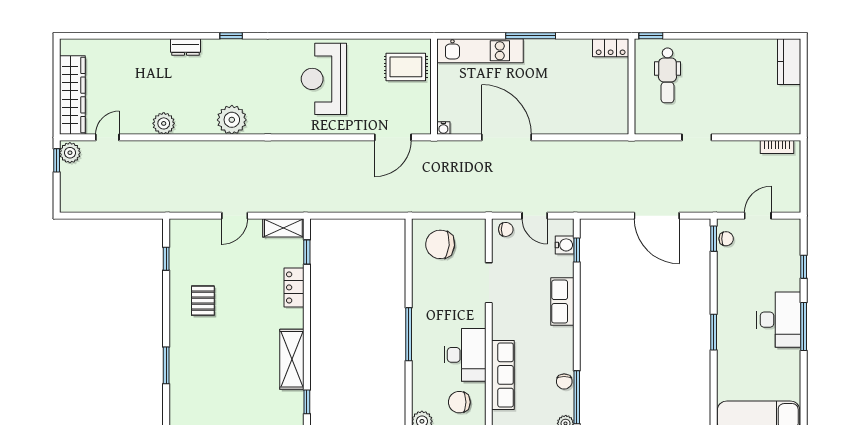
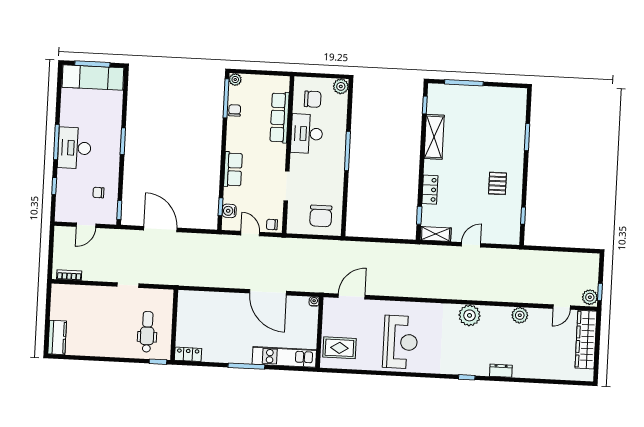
chair: (726, 239) -> (98, 193), moved
chair: (440, 244) -> (321, 216), turned 85

